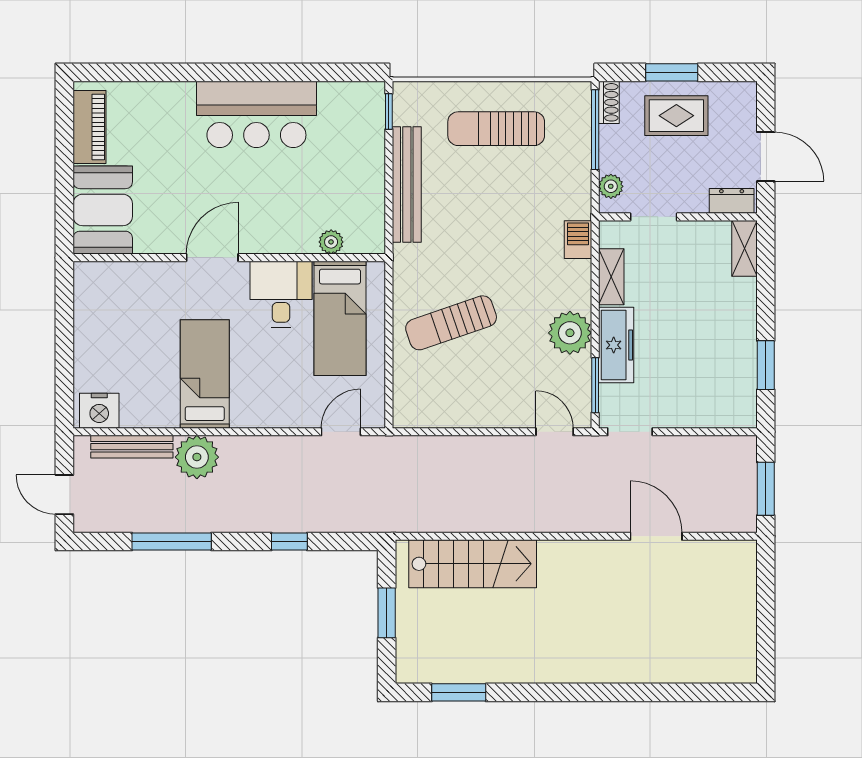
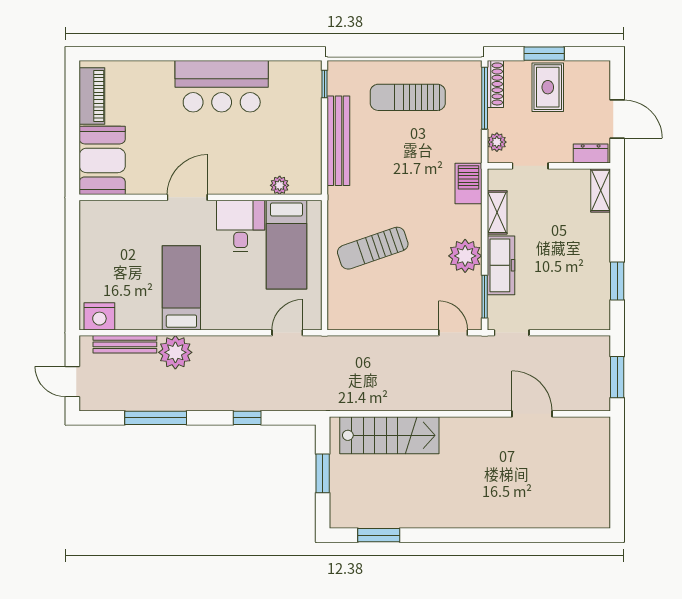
shoe rack: (609, 102) -> (495, 84), width x1.43
rug: (676, 116) -> (548, 87), turned 90
barbecue: (578, 240) -> (469, 183), width x1.38, depth x1.27

